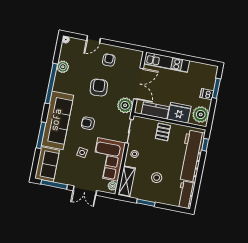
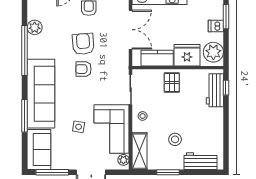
plant: (125, 105) -> (119, 59), removed
armchair: (88, 123) -> (83, 69), moved
workbench: (191, 156) -> (215, 90), width x0.53, depth x0.76
workbench: (186, 195) -> (201, 161), moved, turned 90

